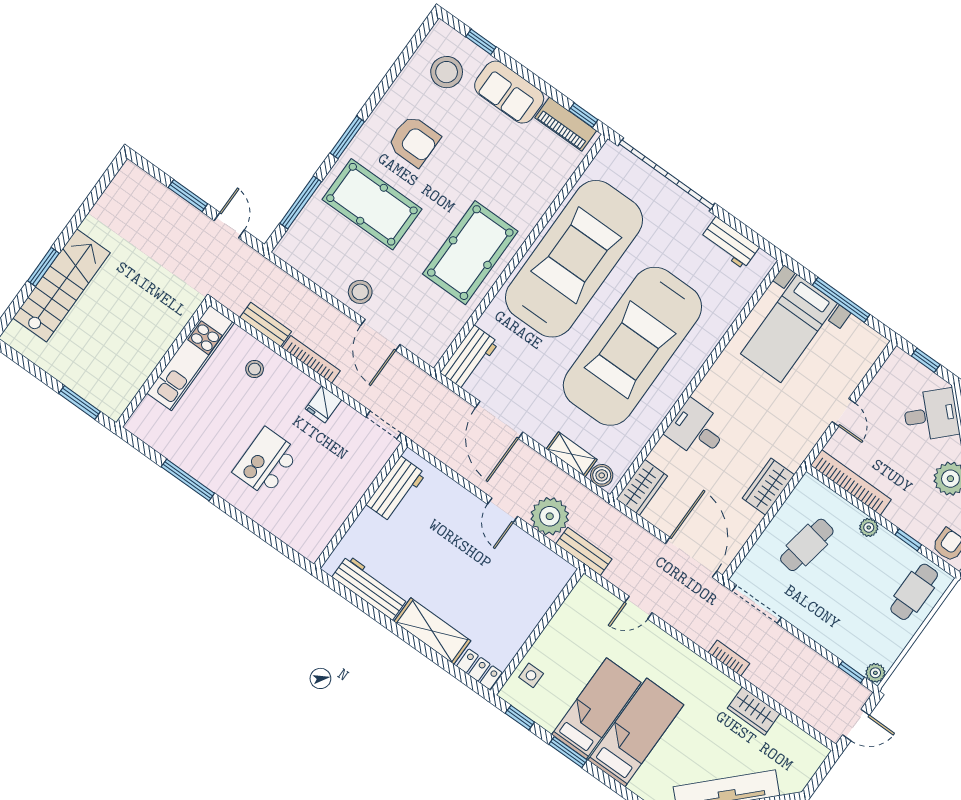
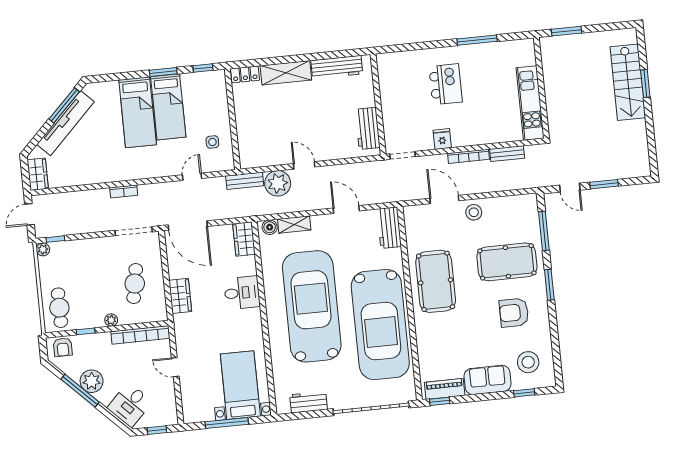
stool: (255, 369) -> (493, 126), removed
door: (499, 420) -> (346, 210), width x0.73
side table: (531, 675) -> (212, 142), moved
wardrobe: (754, 711) -> (38, 174), moved, turned 90

